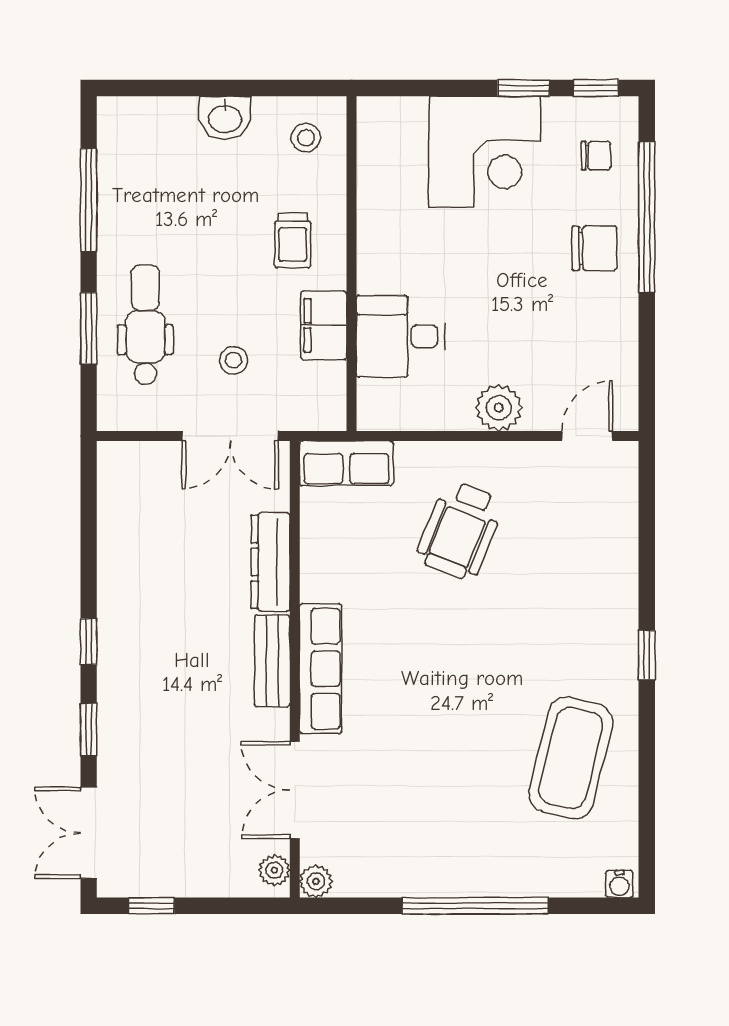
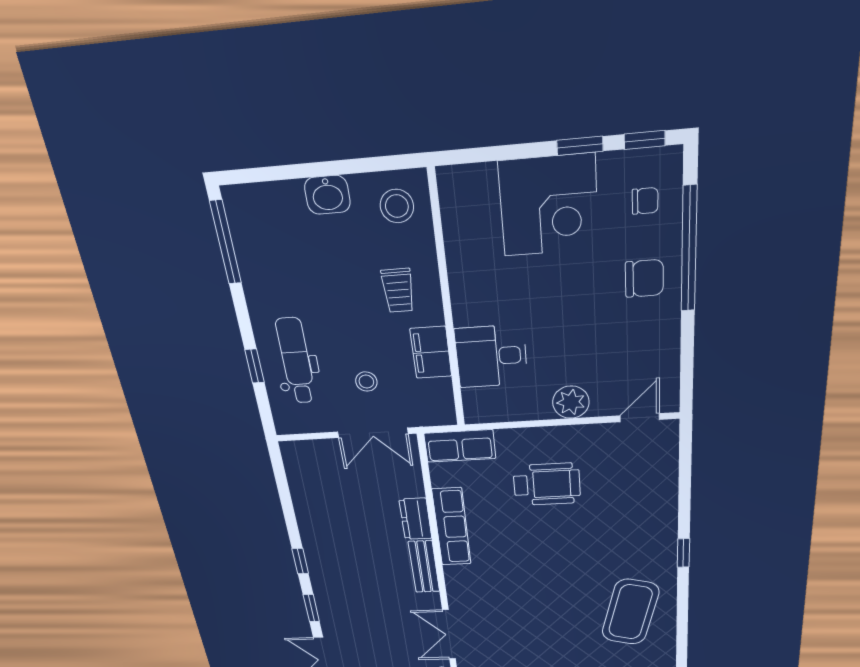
stool: (306, 138) -> (397, 206), width x1.37, depth x1.37
window: (89, 200) -> (226, 242), moved
window: (89, 328) -> (255, 366), width x0.67
wheelchair: (460, 530) -> (547, 484), turned -112
dresser: (270, 562) -> (415, 519), width x0.70
row of seats: (321, 669) -> (452, 527), moved

